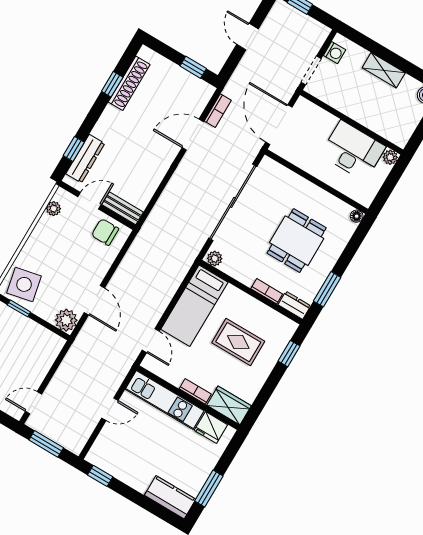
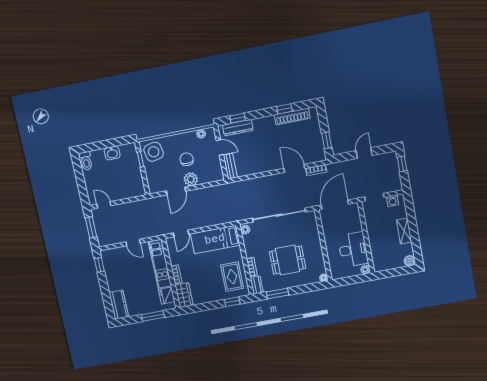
chair: (105, 232) -> (187, 159), moved
plant: (66, 320) -> (191, 179), moved
rug: (238, 342) -> (232, 277), moved
window: (209, 489) -> (153, 316), moved

